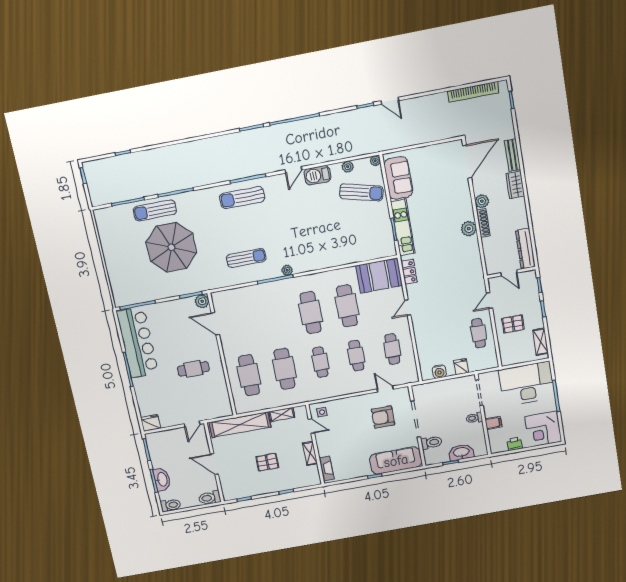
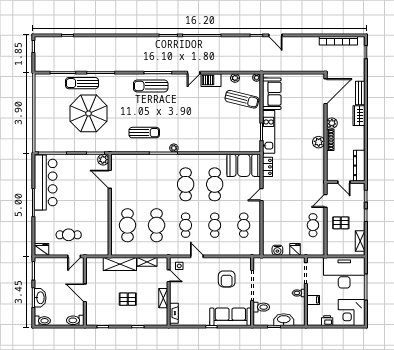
cafe table: (193, 369) -> (69, 235), moved
door: (385, 389) -> (197, 256), moved
armchair: (383, 417) -> (227, 279), turned -90
shelving: (240, 425) -> (120, 264), width x0.68

